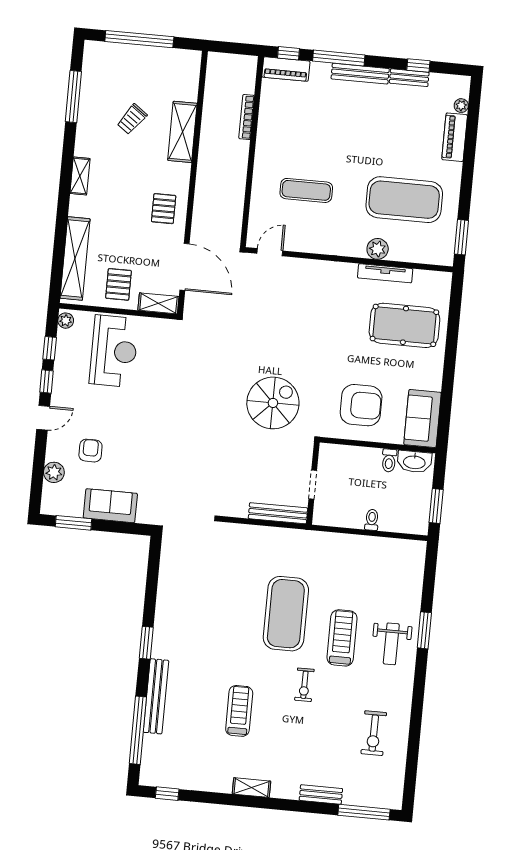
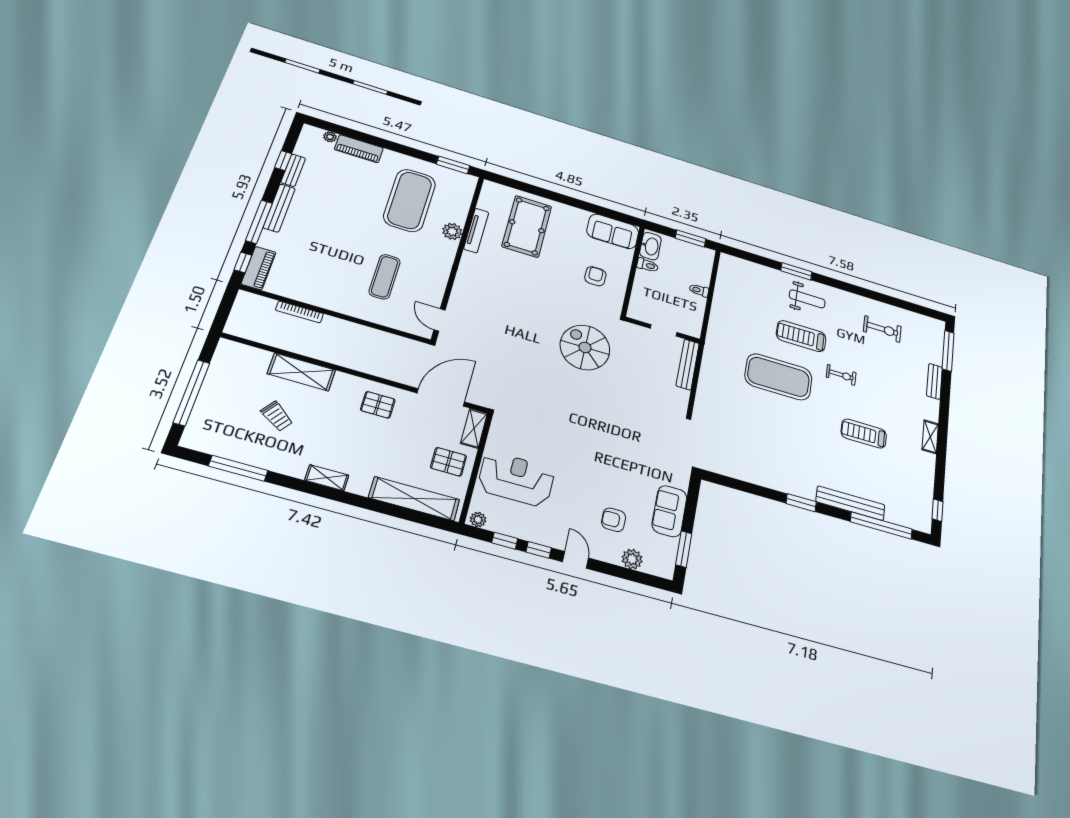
armchair: (361, 405) -> (595, 276), width x0.53, depth x0.53

